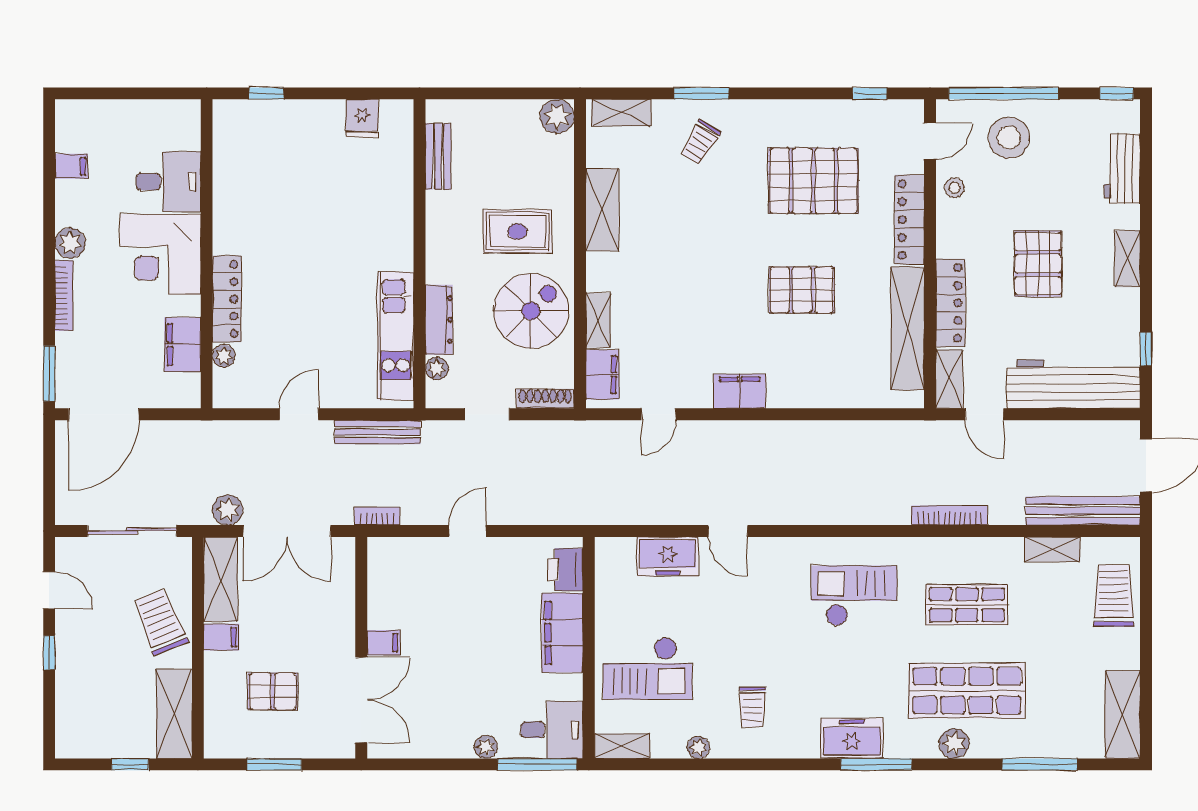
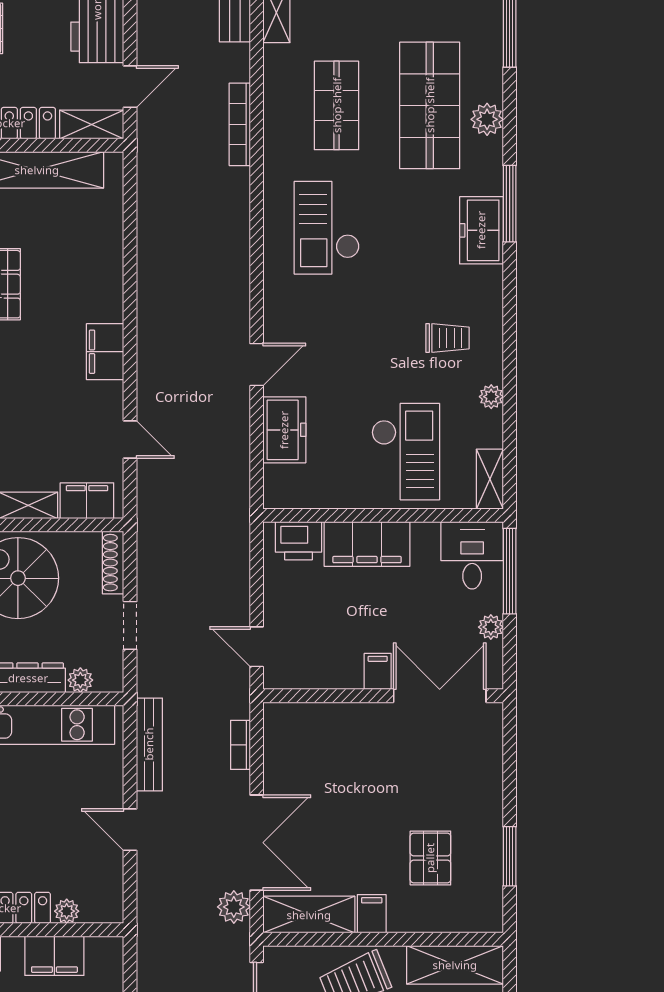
filing cabinet: (384, 643) -> (378, 671), moved
wall: (361, 648) -> (383, 696), moved
double door: (361, 700) -> (440, 696), moved

